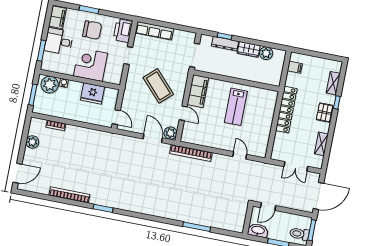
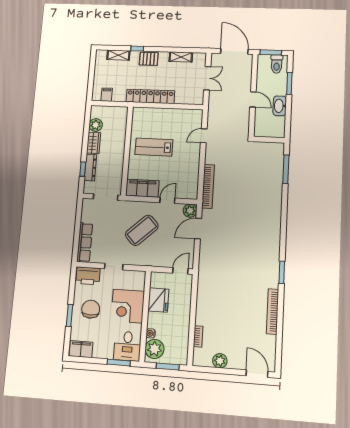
desk: (59, 41) -> (127, 346), moved
lab bench: (236, 107) -> (154, 147), turned 180
wall: (248, 220) -> (269, 140), moved

